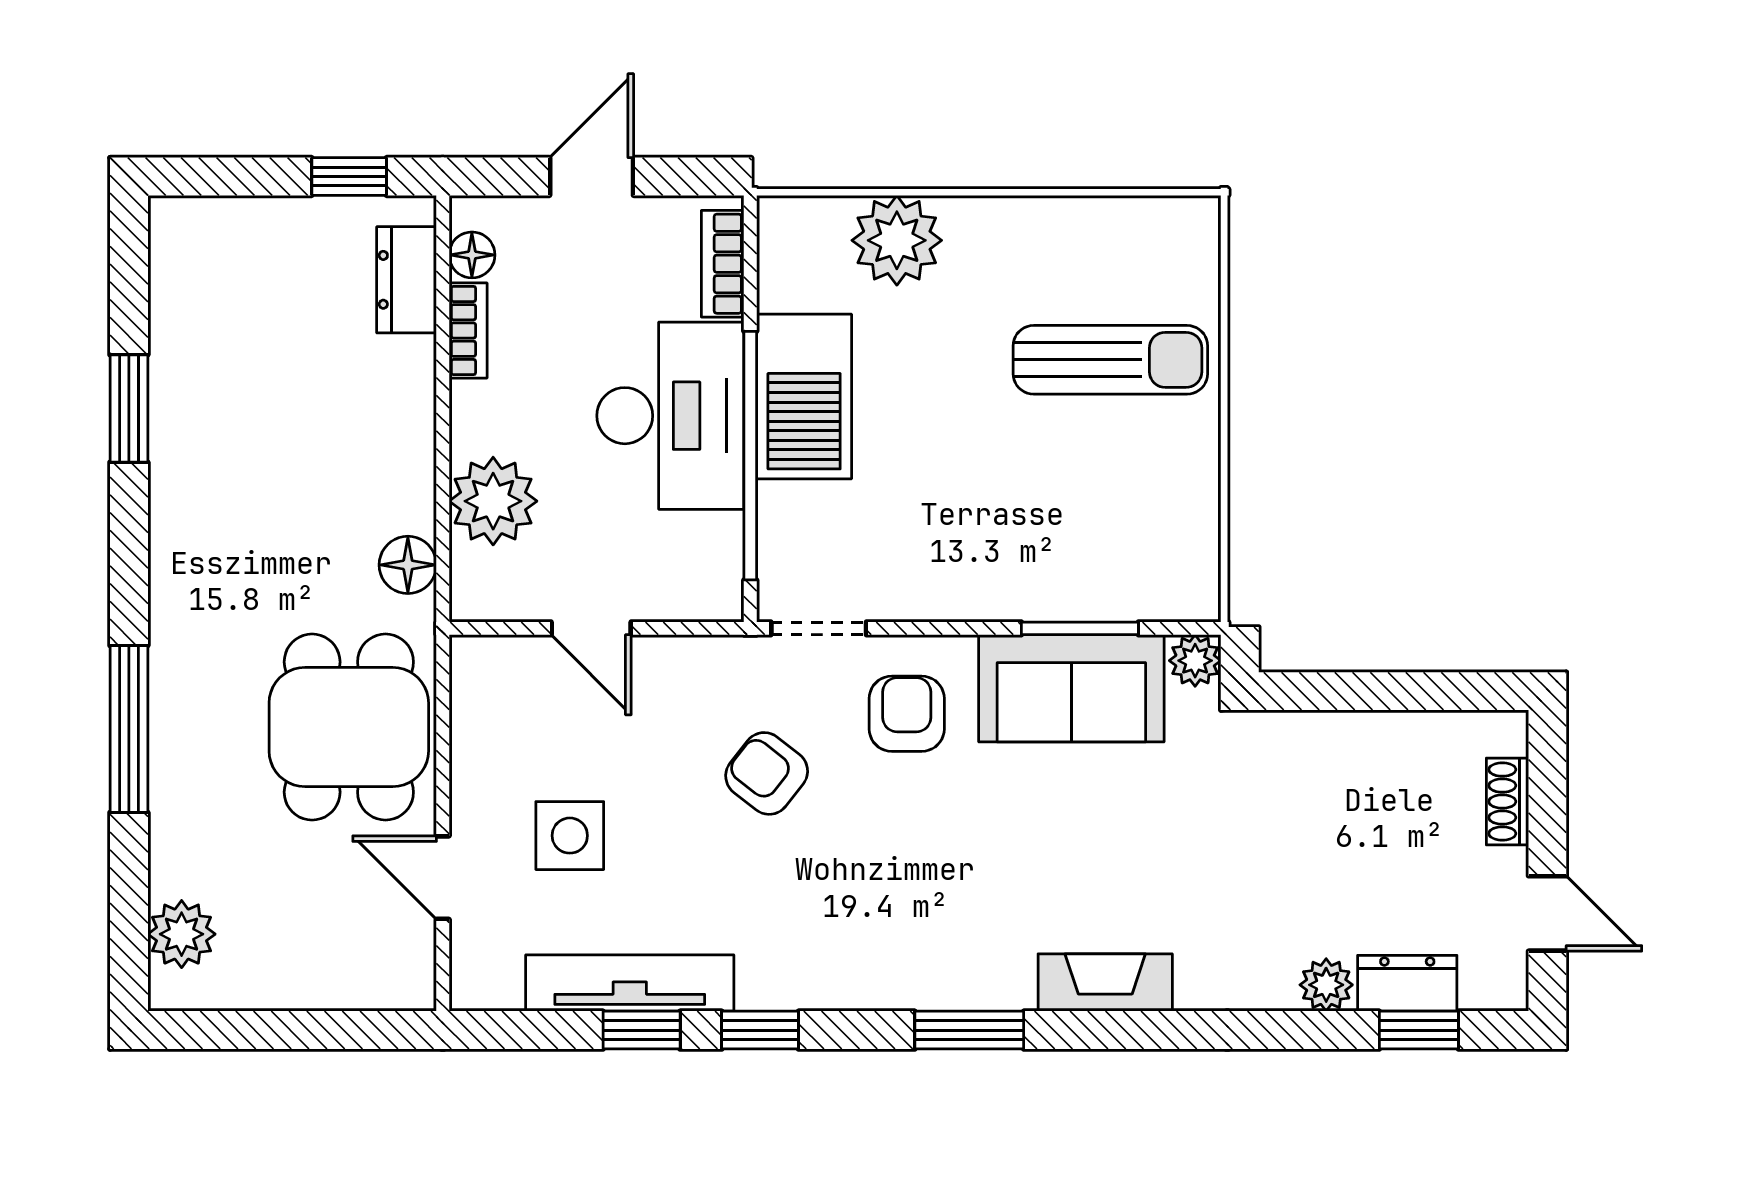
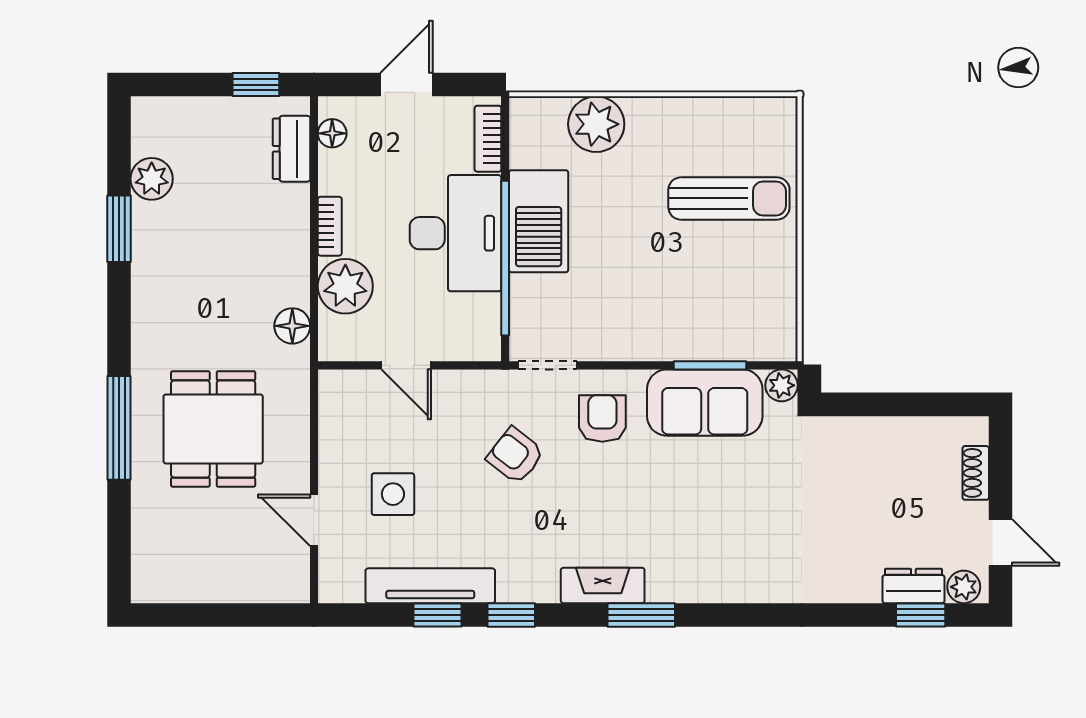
bookcase: (468, 330) -> (330, 226), moved
dining table: (349, 727) -> (213, 429), moved
plant: (182, 934) -> (152, 179), moved
fireplace: (1105, 983) -> (603, 585), moved
plant: (1326, 985) -> (964, 587), moved

